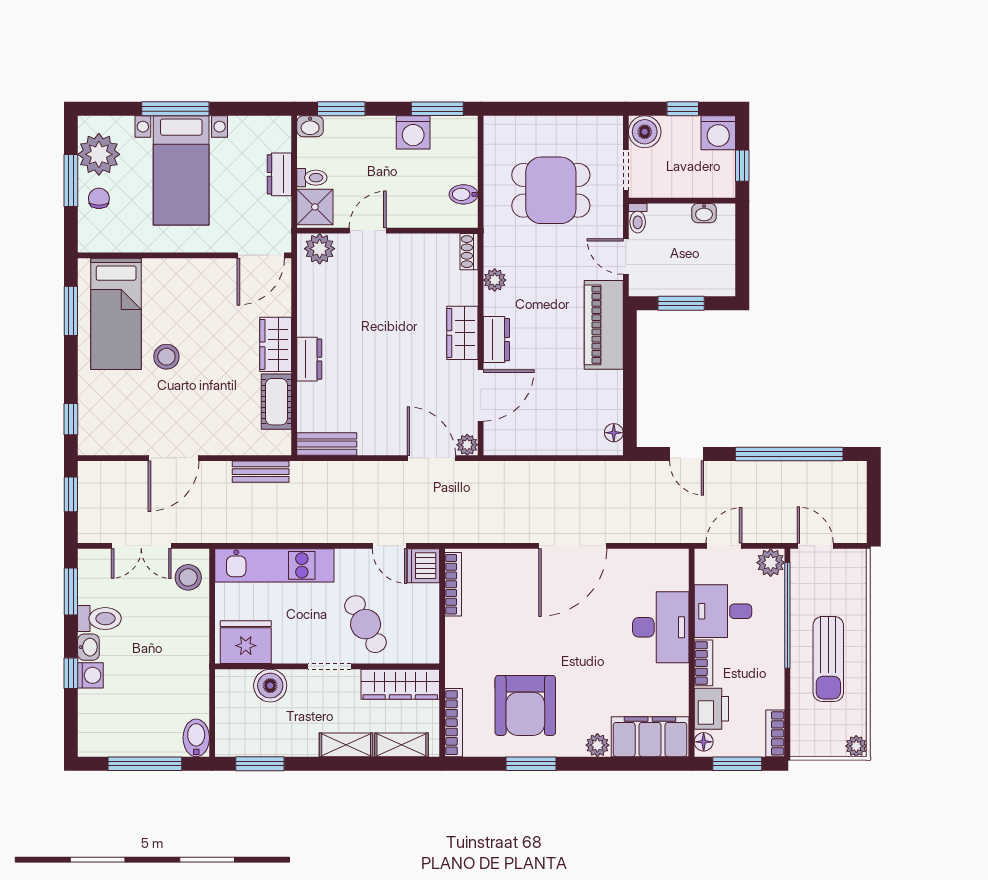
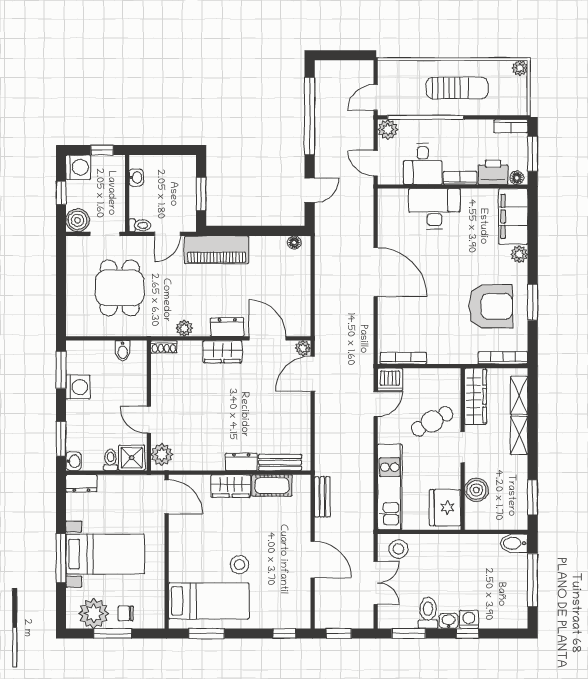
dresser: (279, 174) -> (81, 483), moved
bench: (327, 444) -> (280, 462), moved, turned 90

